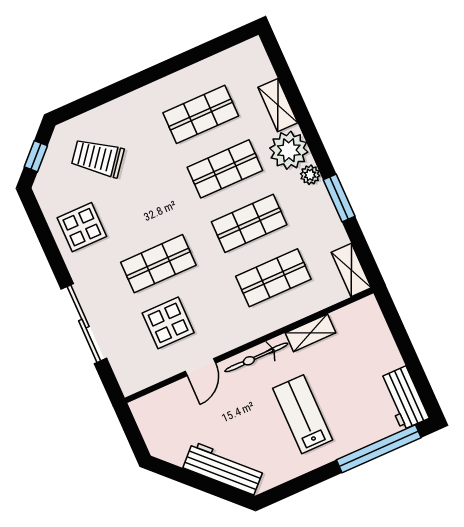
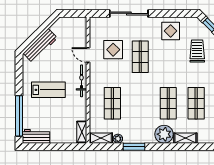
trolley: (98, 158) -> (197, 51), turned -38
plant: (310, 175) -> (118, 139), moved
shop shelf: (249, 223) -> (140, 103), removed
shelving: (310, 333) -> (82, 132), moved

